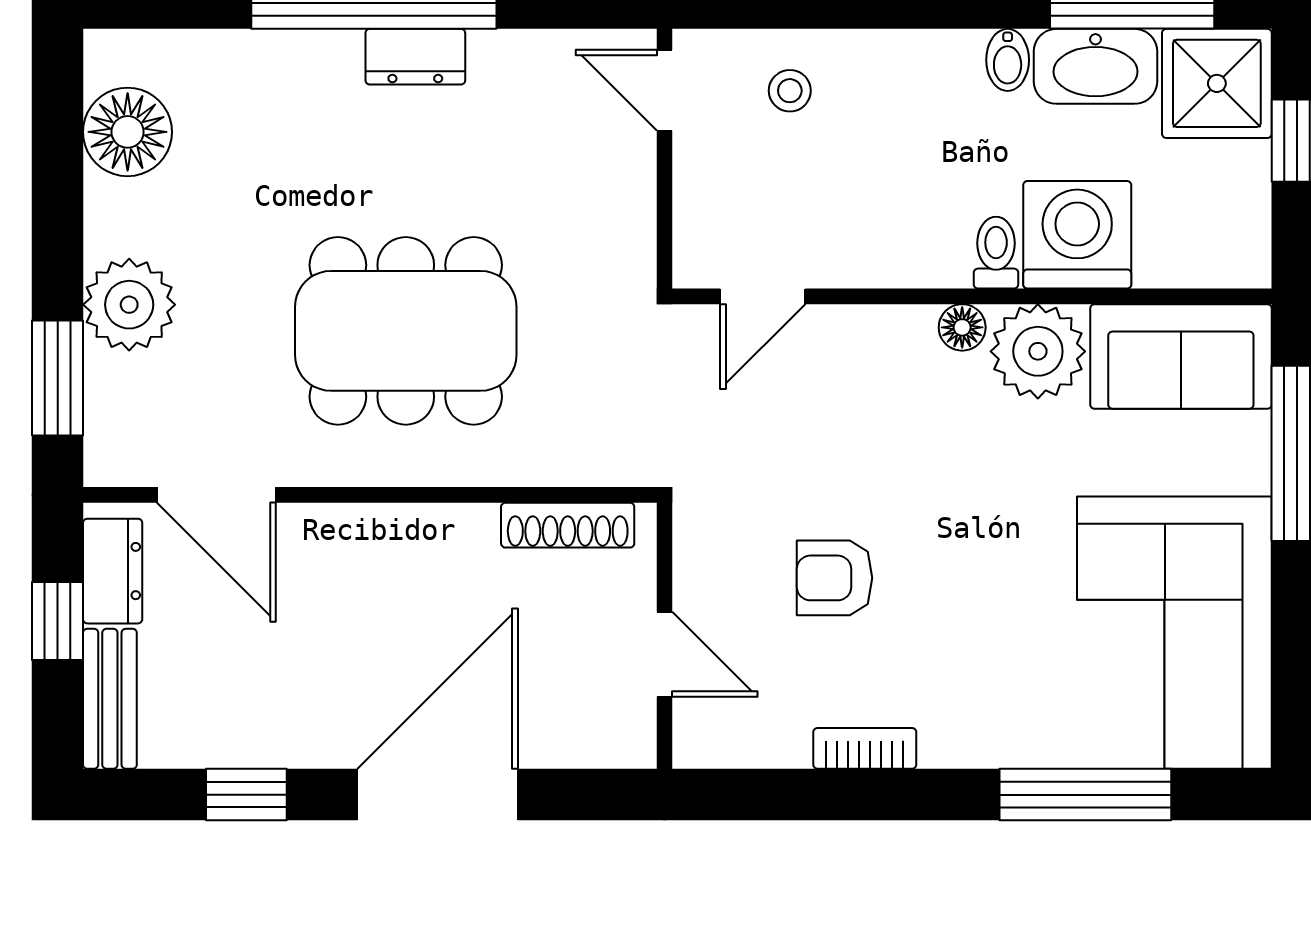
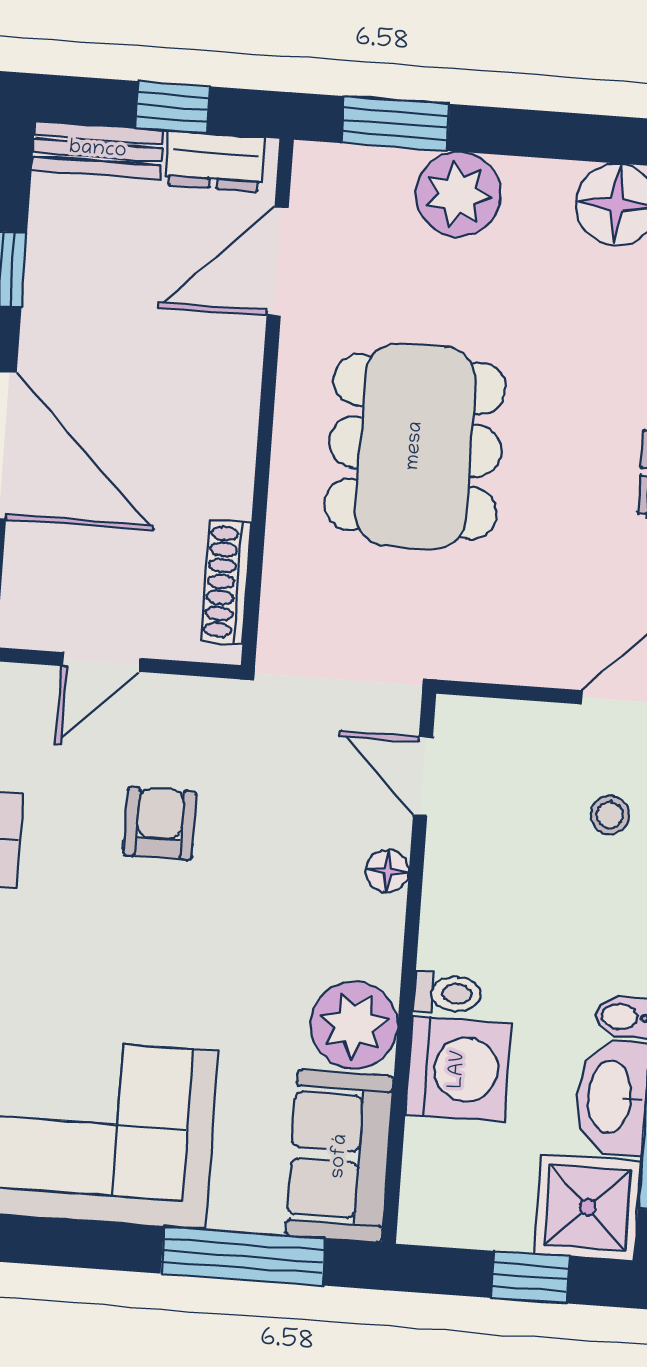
floor lamp: (962, 327) -> (387, 871), moved

